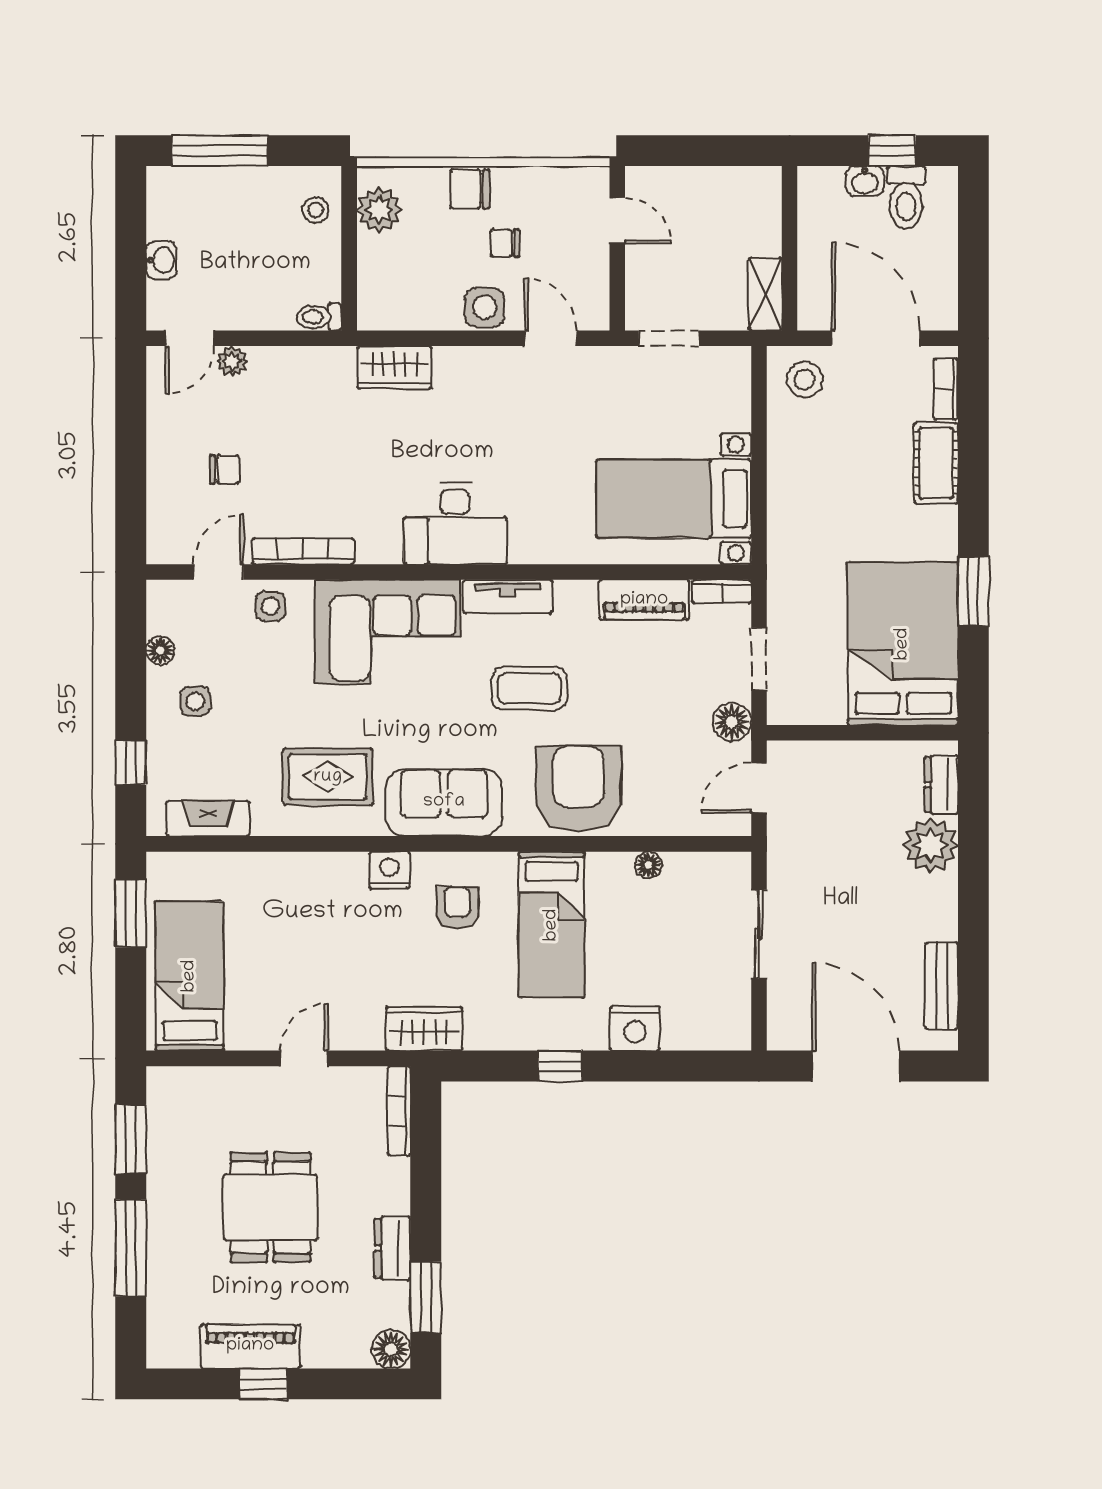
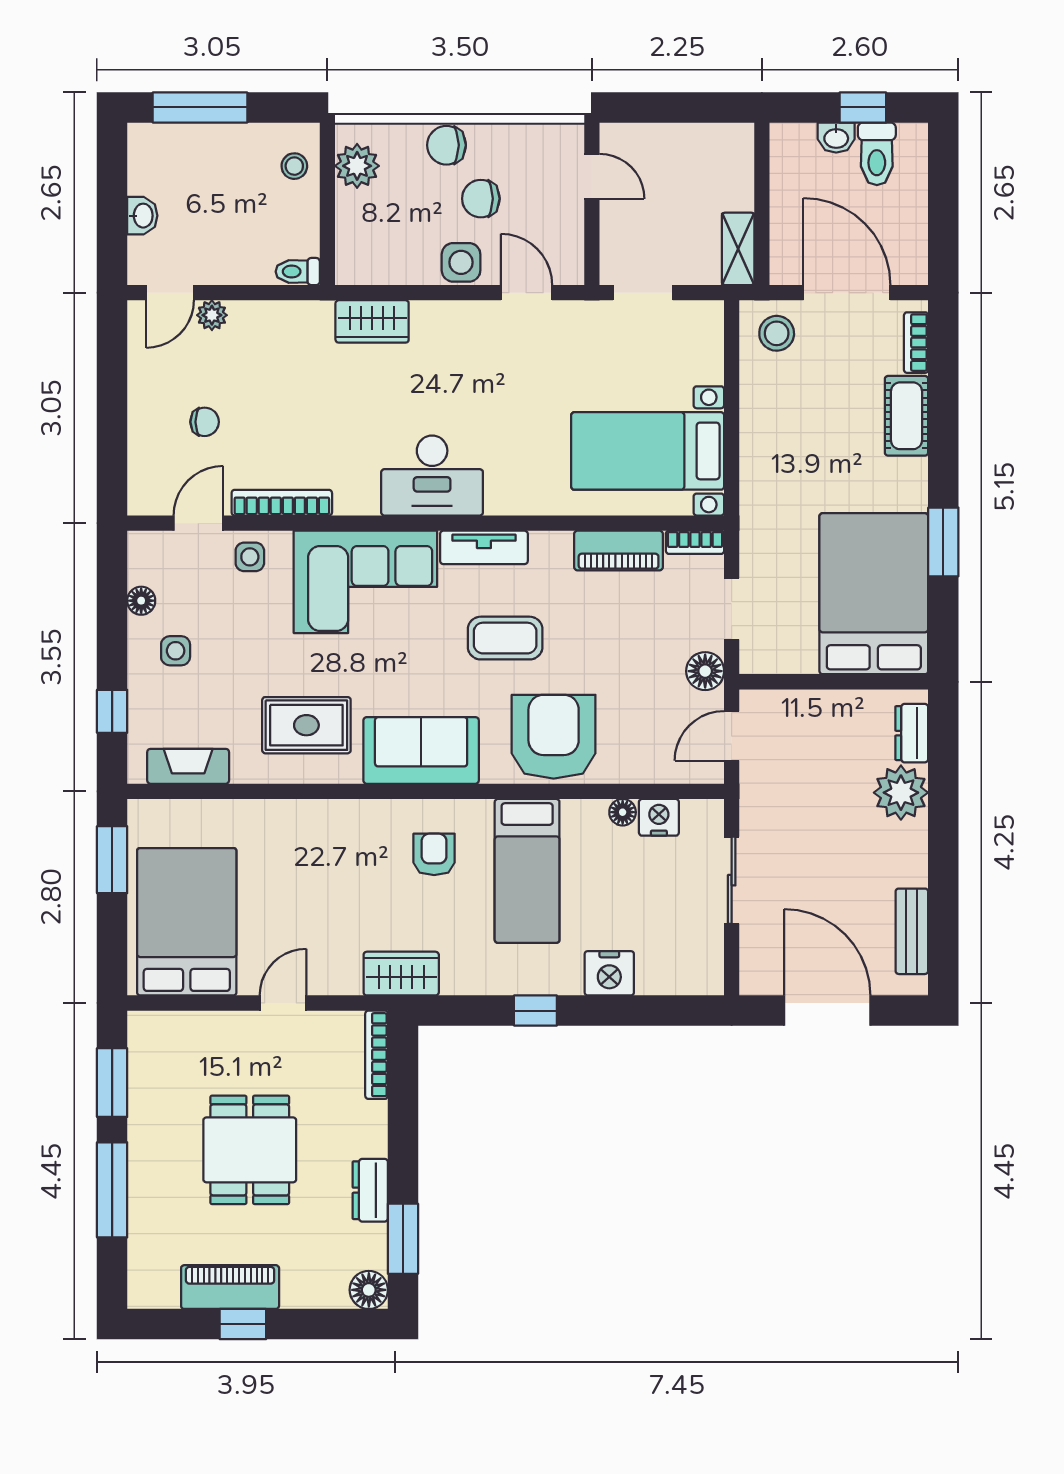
chair: (505, 243) -> (481, 199), width x1.37, depth x1.37
nightstand: (390, 870) -> (659, 817), moved
bed: (190, 976) -> (187, 922), width x1.50

